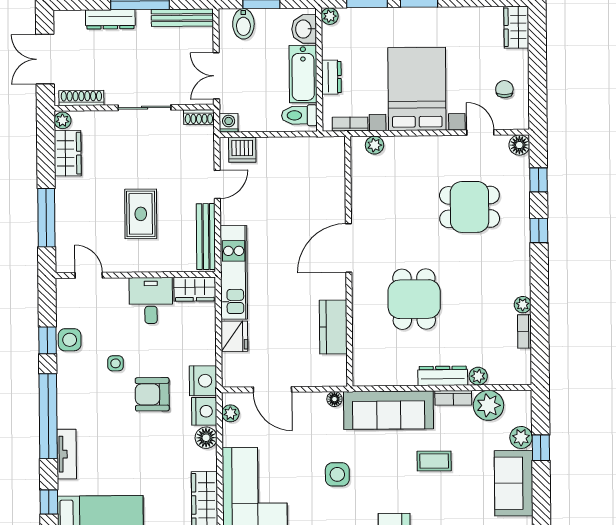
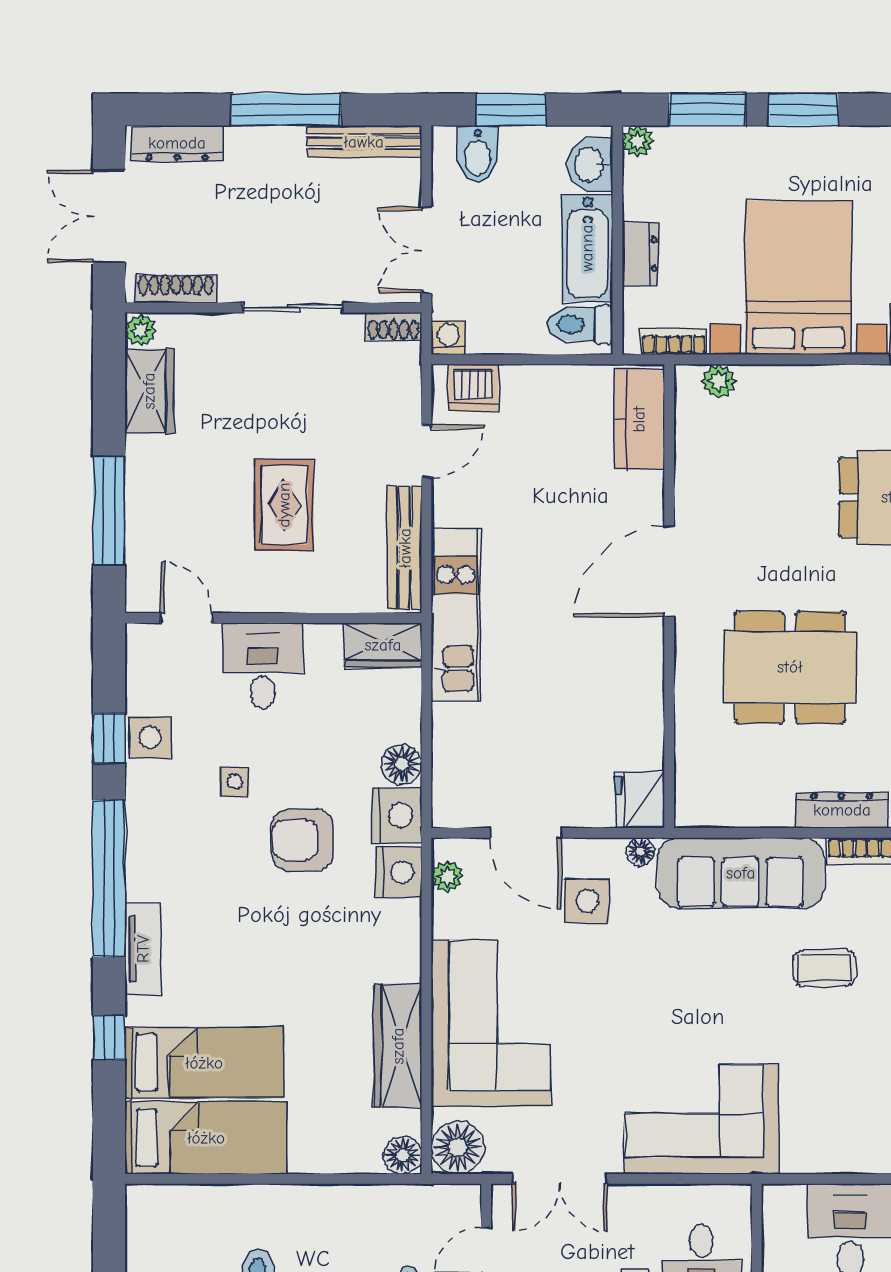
dresser: (110, 19) -> (177, 143), moved
dining table: (414, 299) -> (790, 667), width x1.38
desk: (151, 301) -> (263, 666), moved
kitchen counter: (333, 327) -> (639, 419), moved
fridge: (234, 336) -> (640, 800), moved, turned 180
floor lamp: (206, 438) -> (402, 764), moved
side table: (337, 474) -> (587, 901), moved

